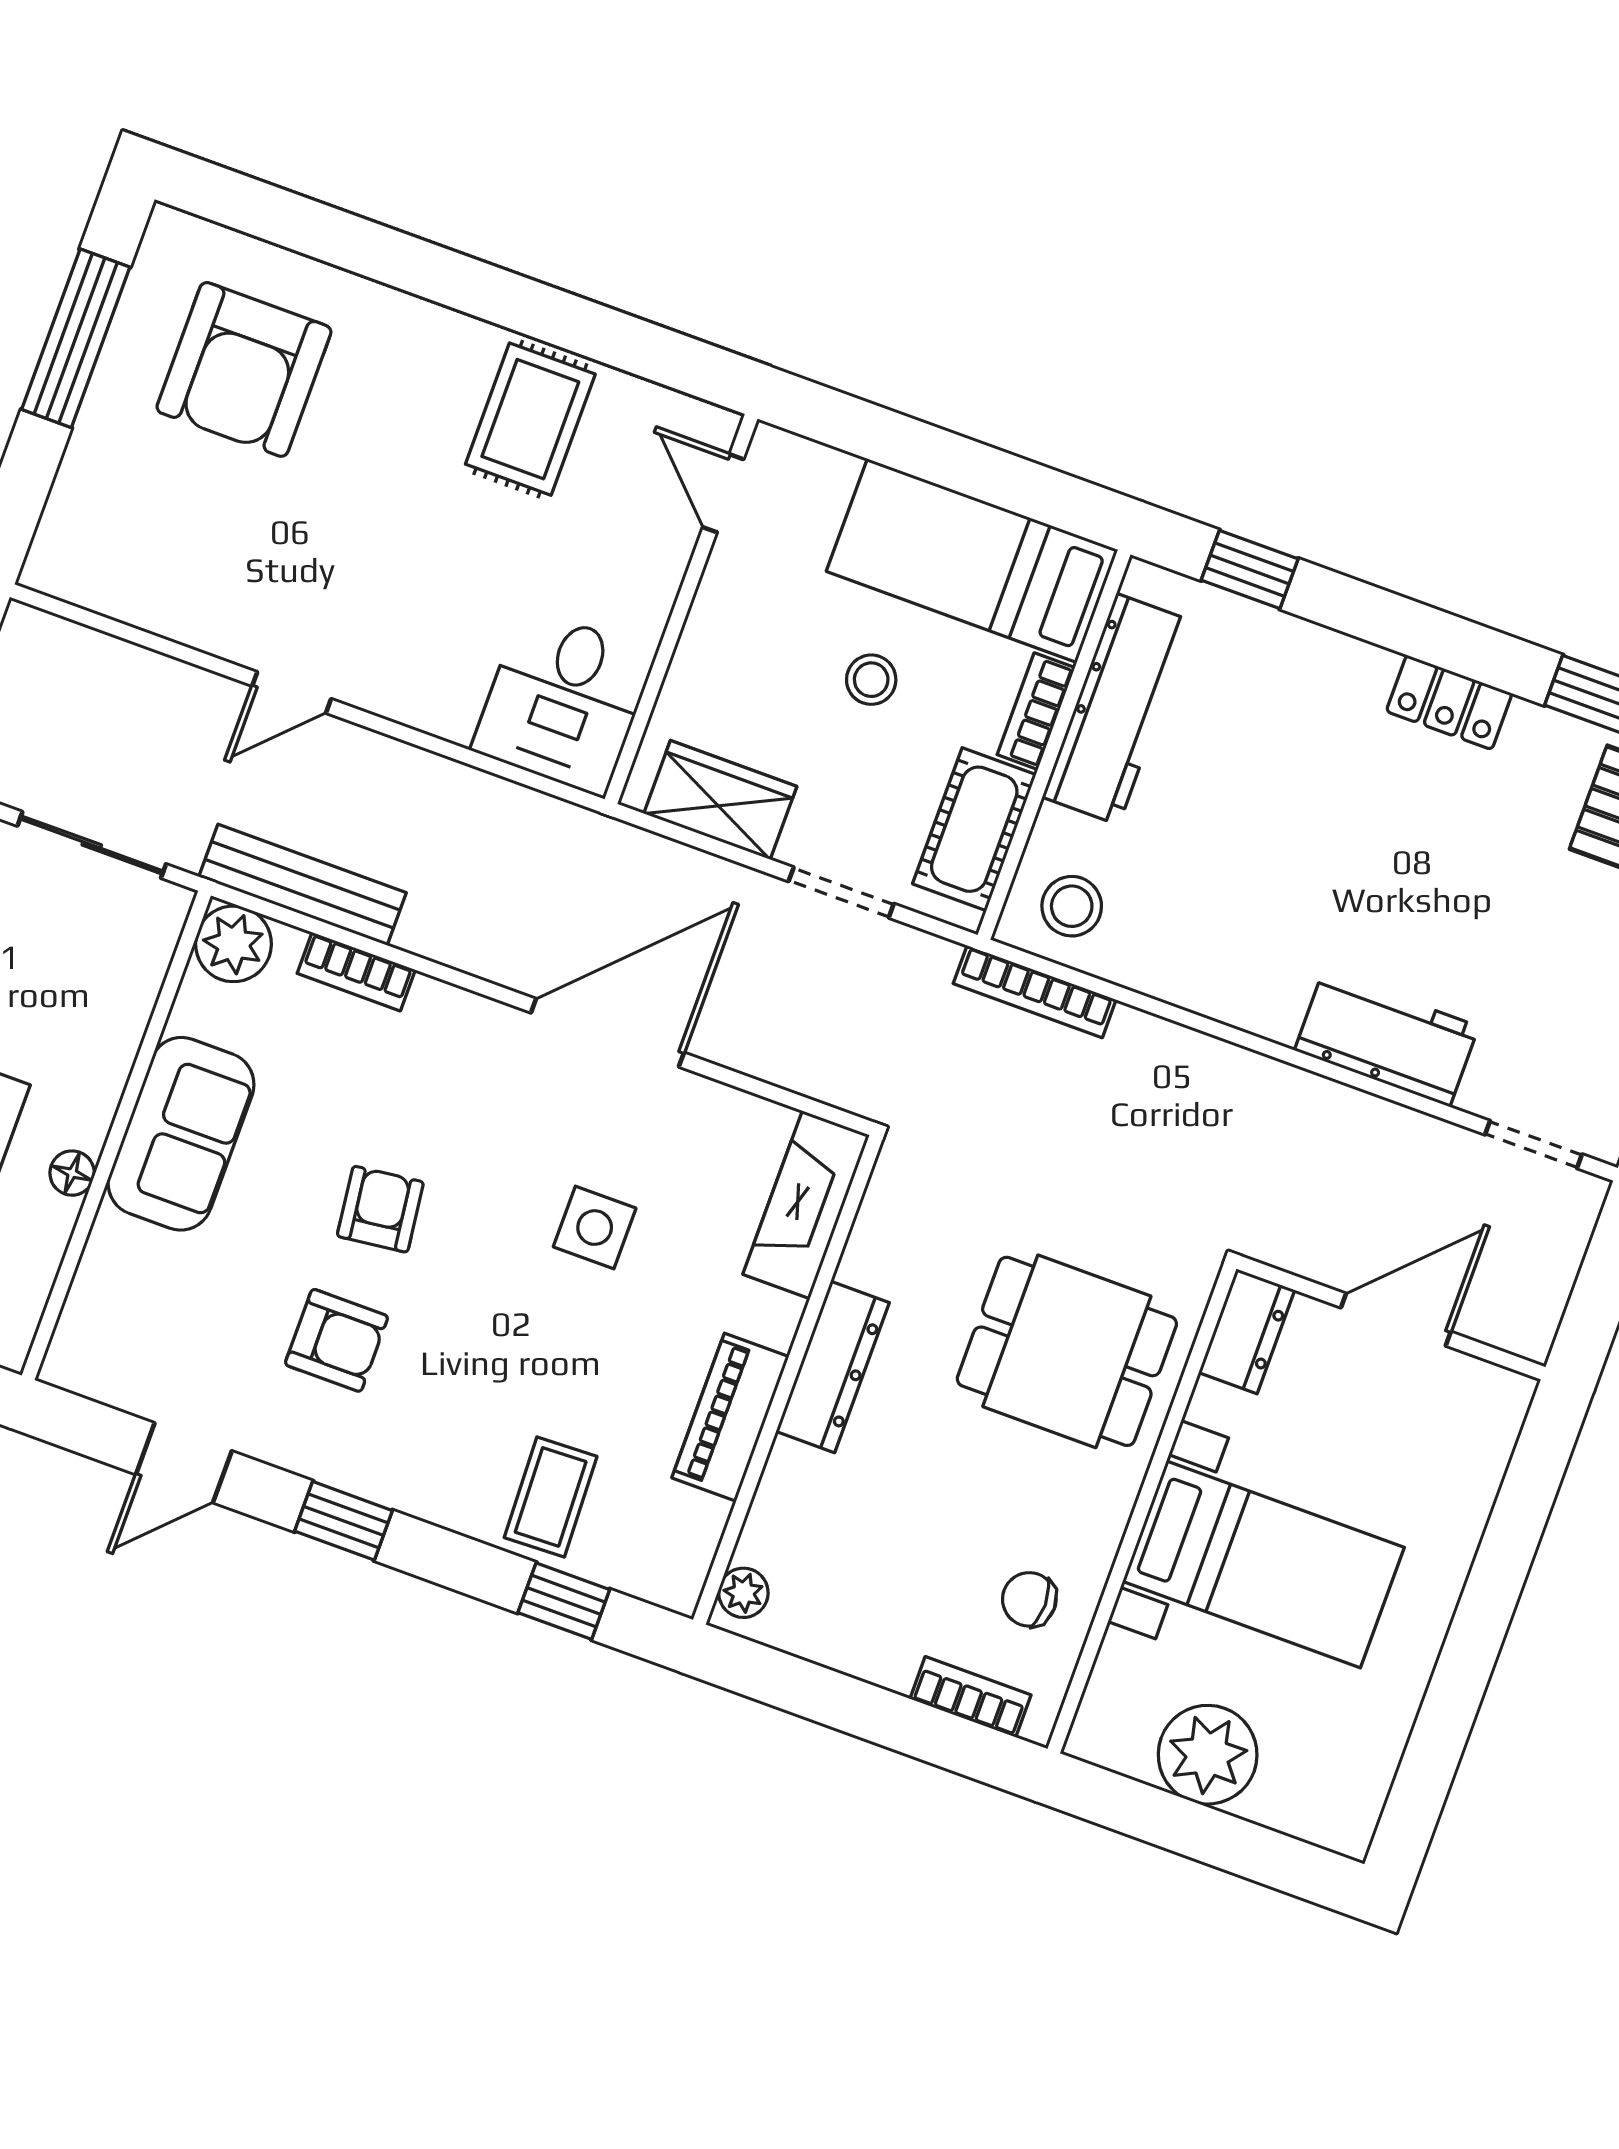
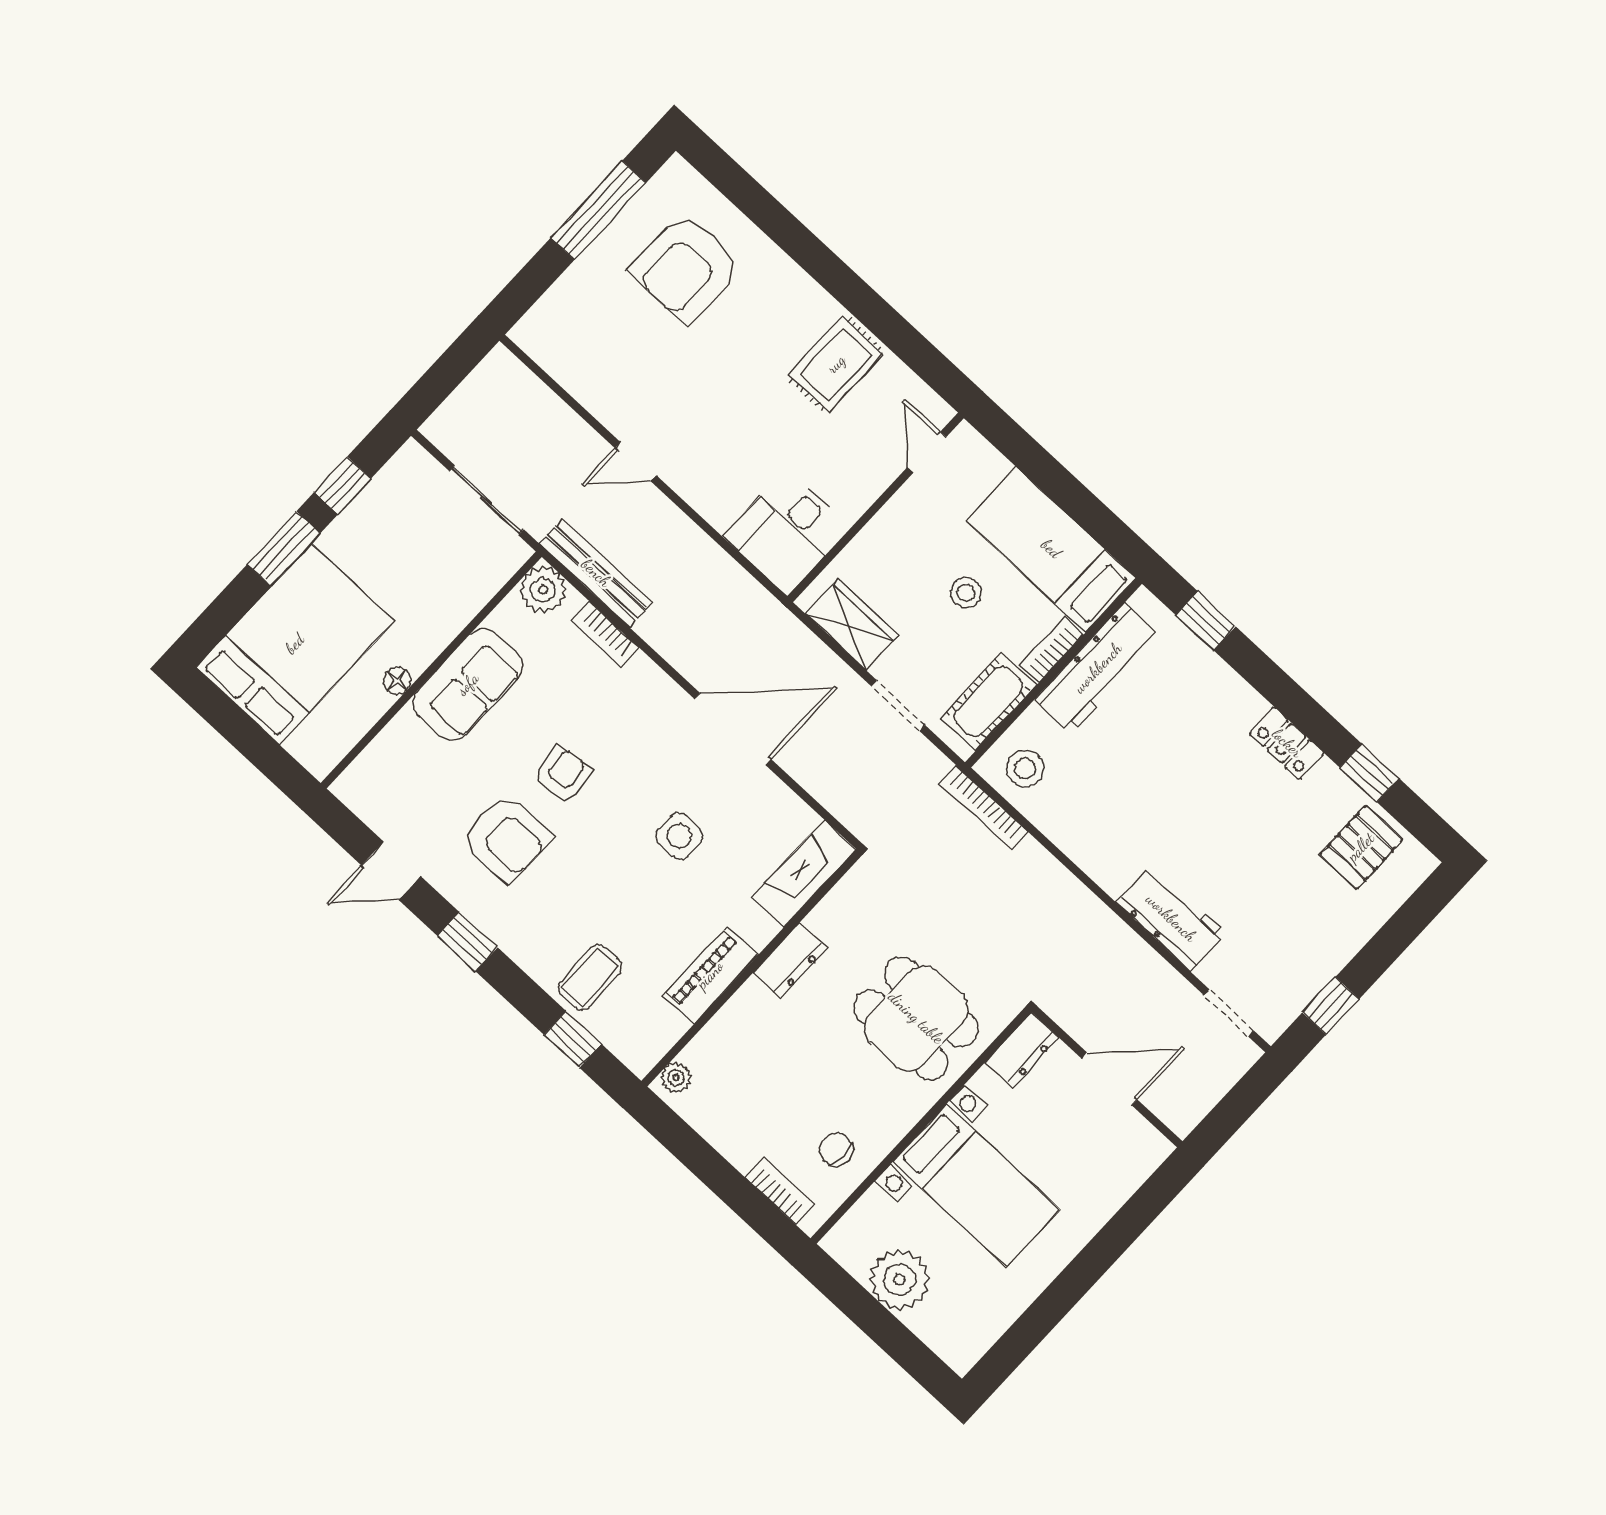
armchair: (336, 1340) -> (507, 838), width x1.38, depth x1.38
dresser: (833, 1367) -> (790, 960), width x0.70

